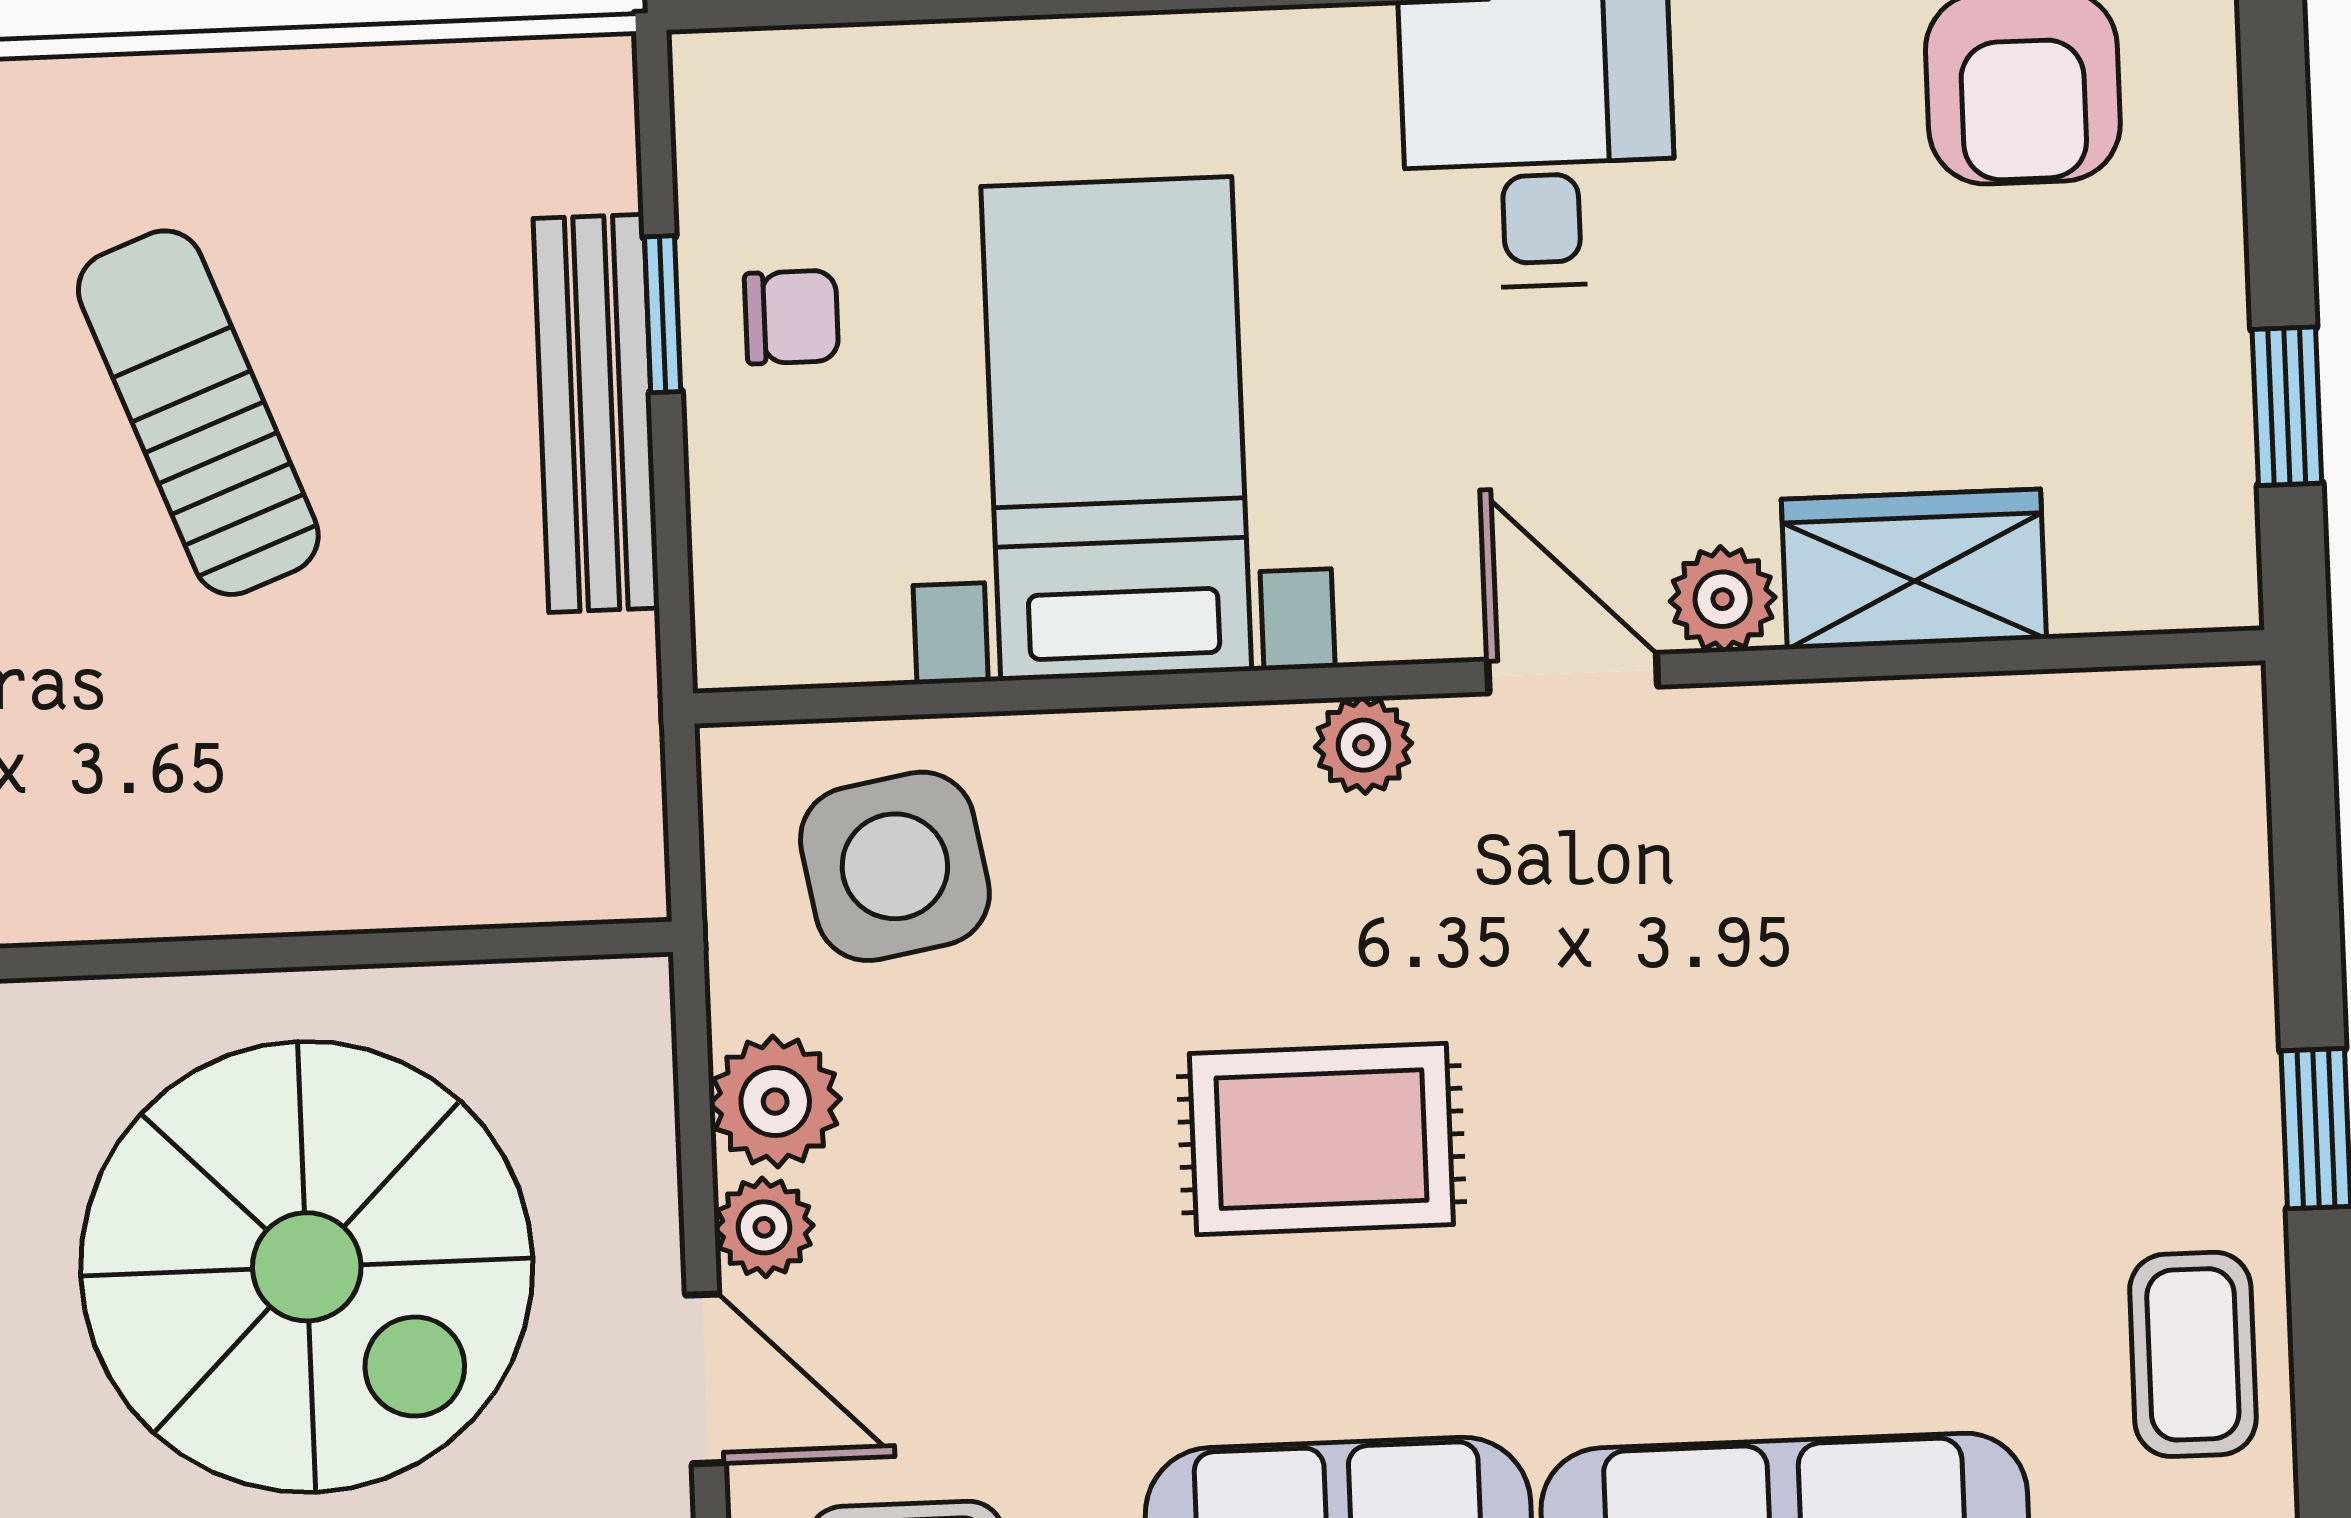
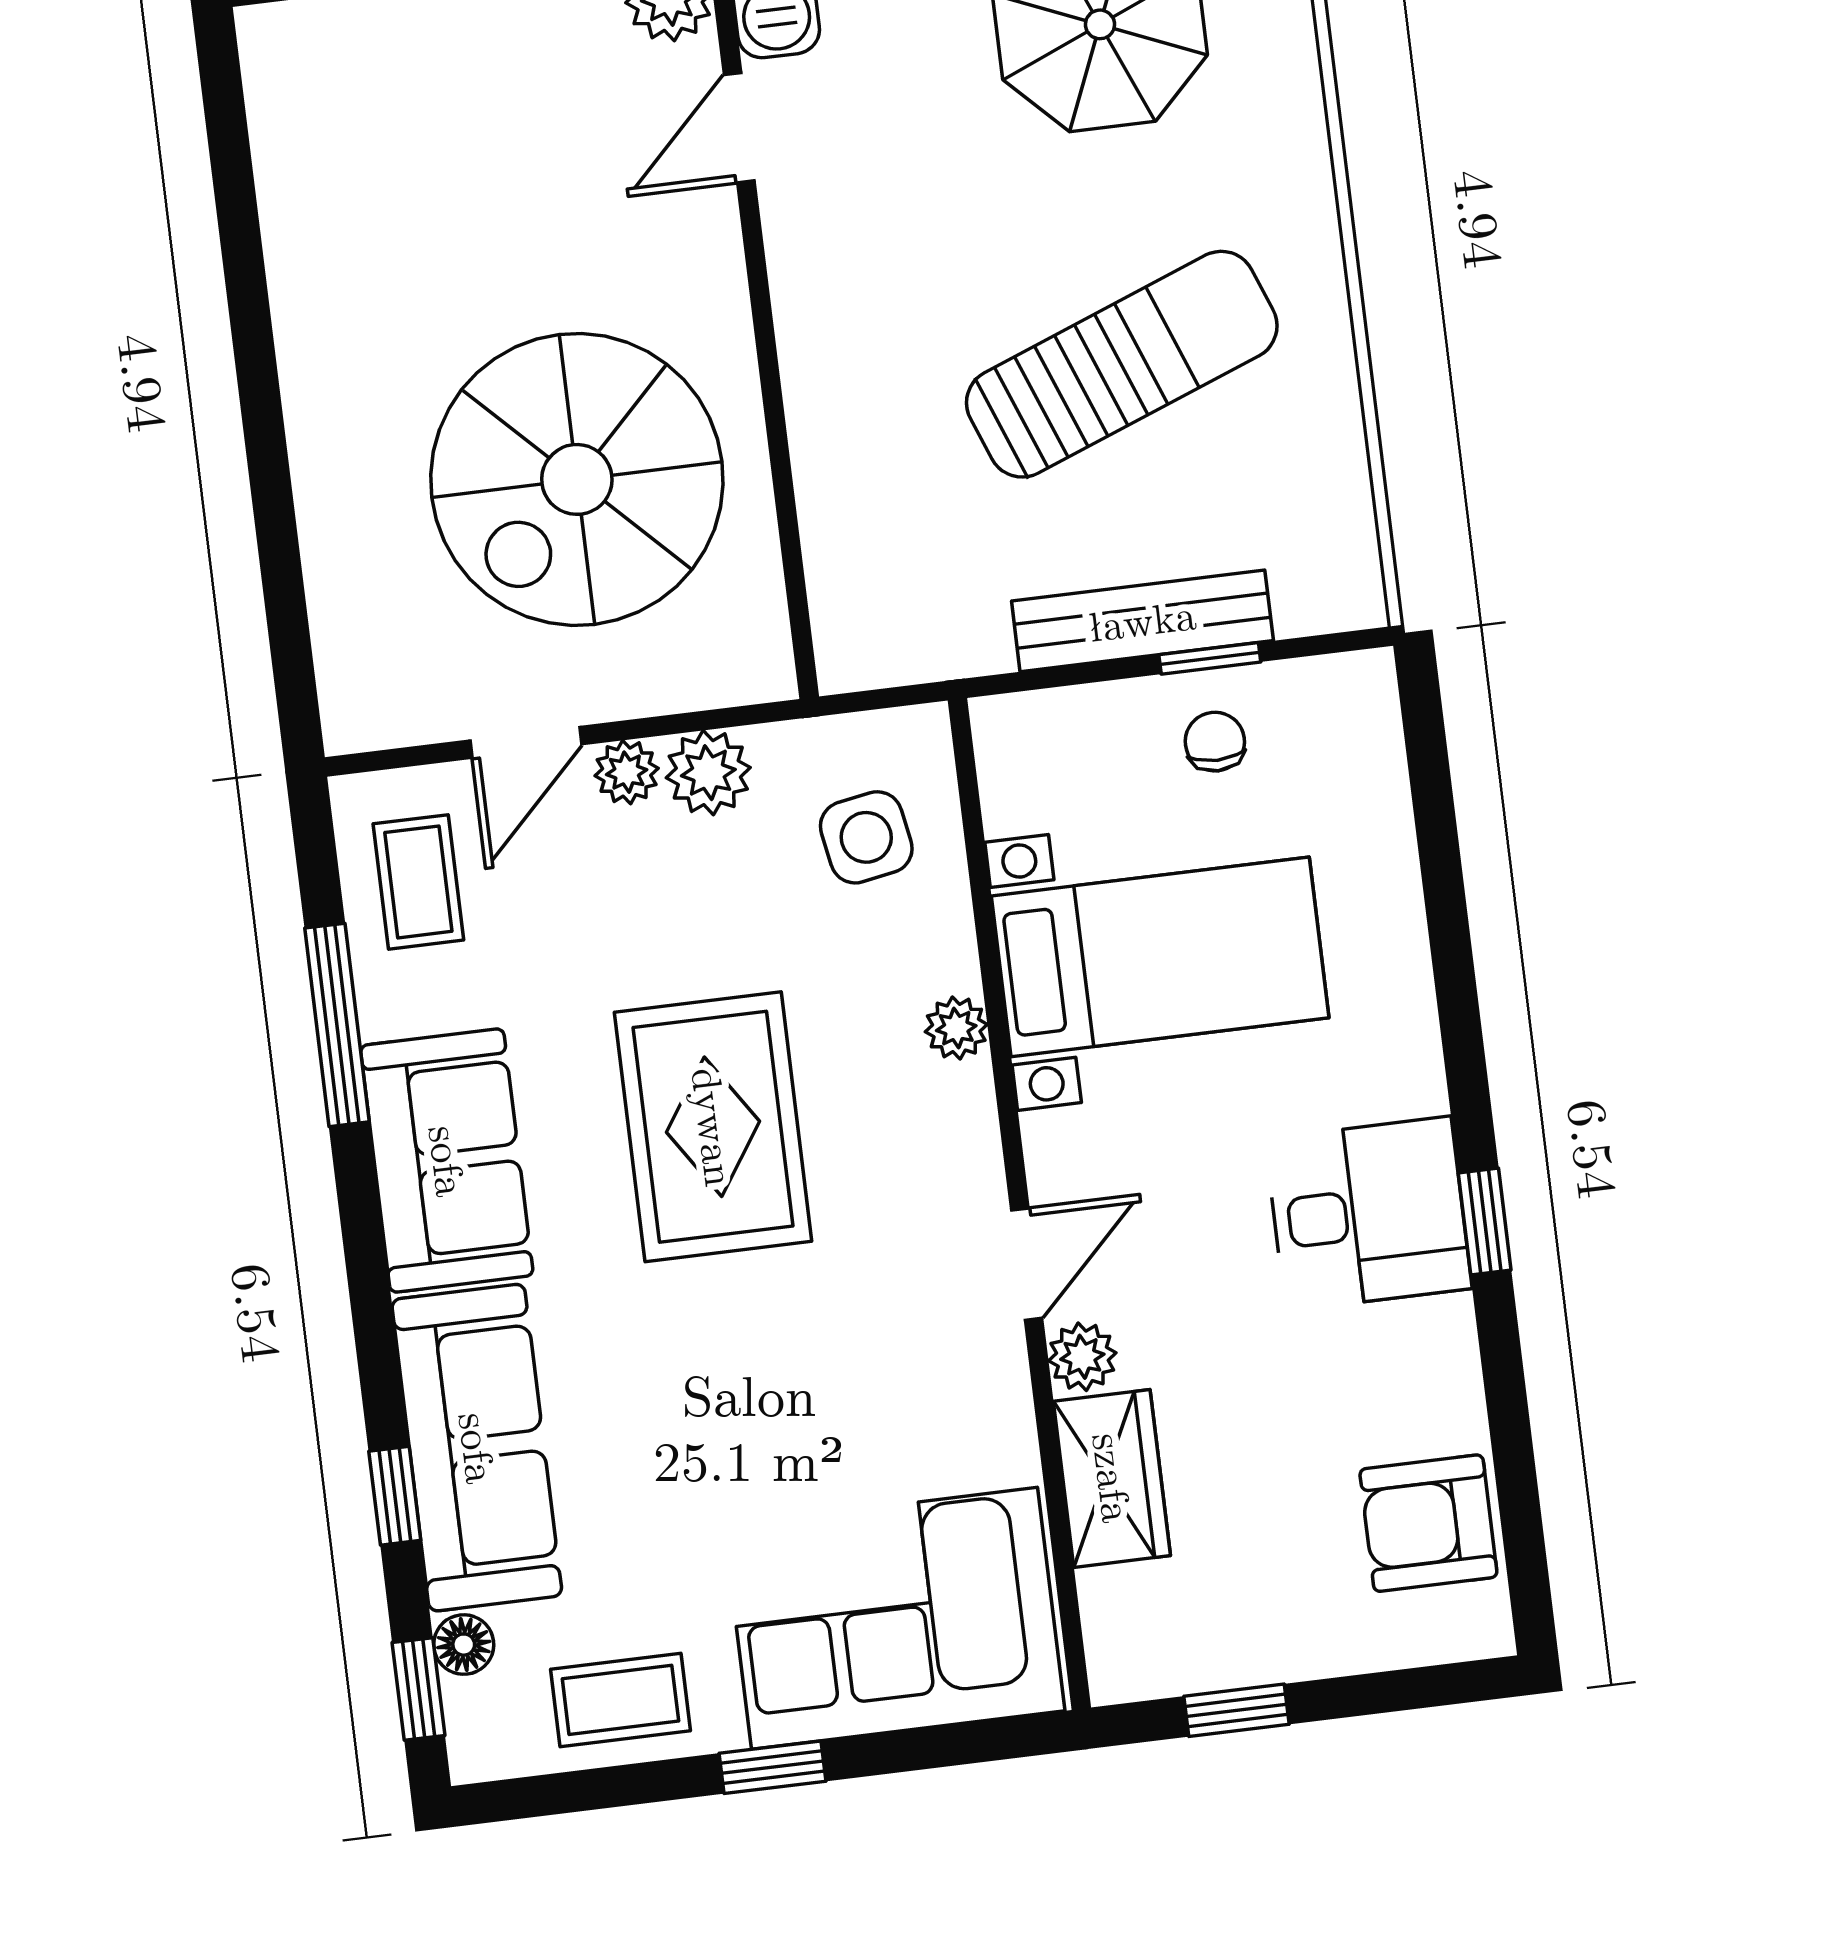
chair: (792, 317) -> (1215, 742), turned 180
sun lounger: (198, 413) -> (1122, 364), width x1.36, depth x1.34
plant: (1363, 745) -> (956, 1028), moved
side table: (895, 866) -> (866, 837), width x0.73, depth x0.73
corner sofa: (2102, 922) -> (895, 1618), added
rug: (1321, 1139) -> (713, 1127), width x1.36, depth x1.43

